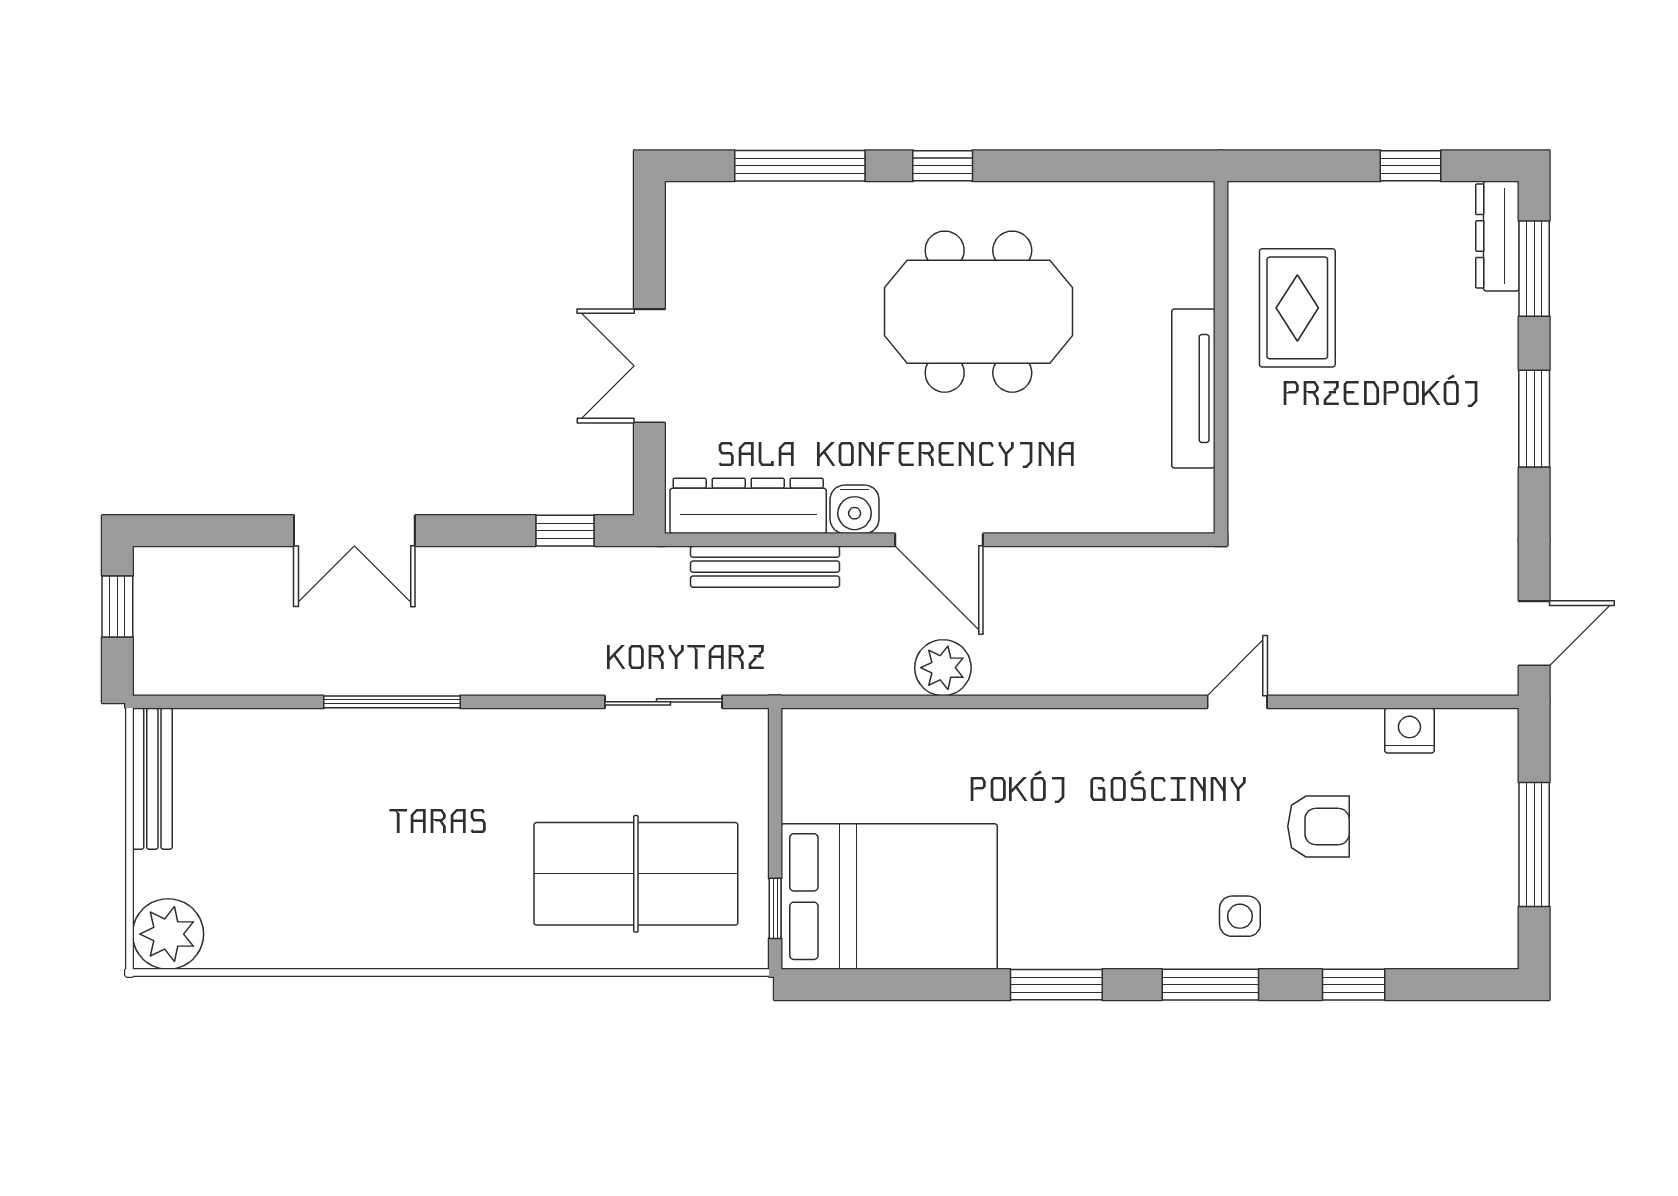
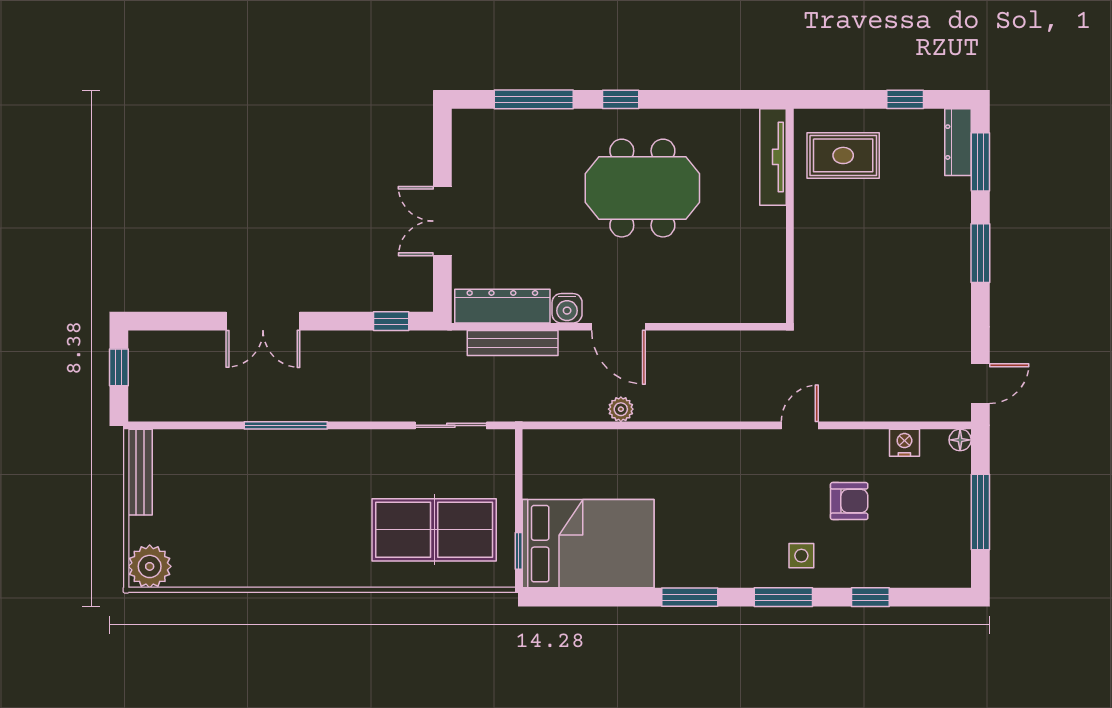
rug: (1297, 308) -> (843, 155), moved, turned 90
tv unit: (1193, 388) -> (773, 157), moved
plant: (943, 668) -> (621, 409), width x0.73, depth x0.73
floor lamp: (1501, 726) -> (960, 440), added

